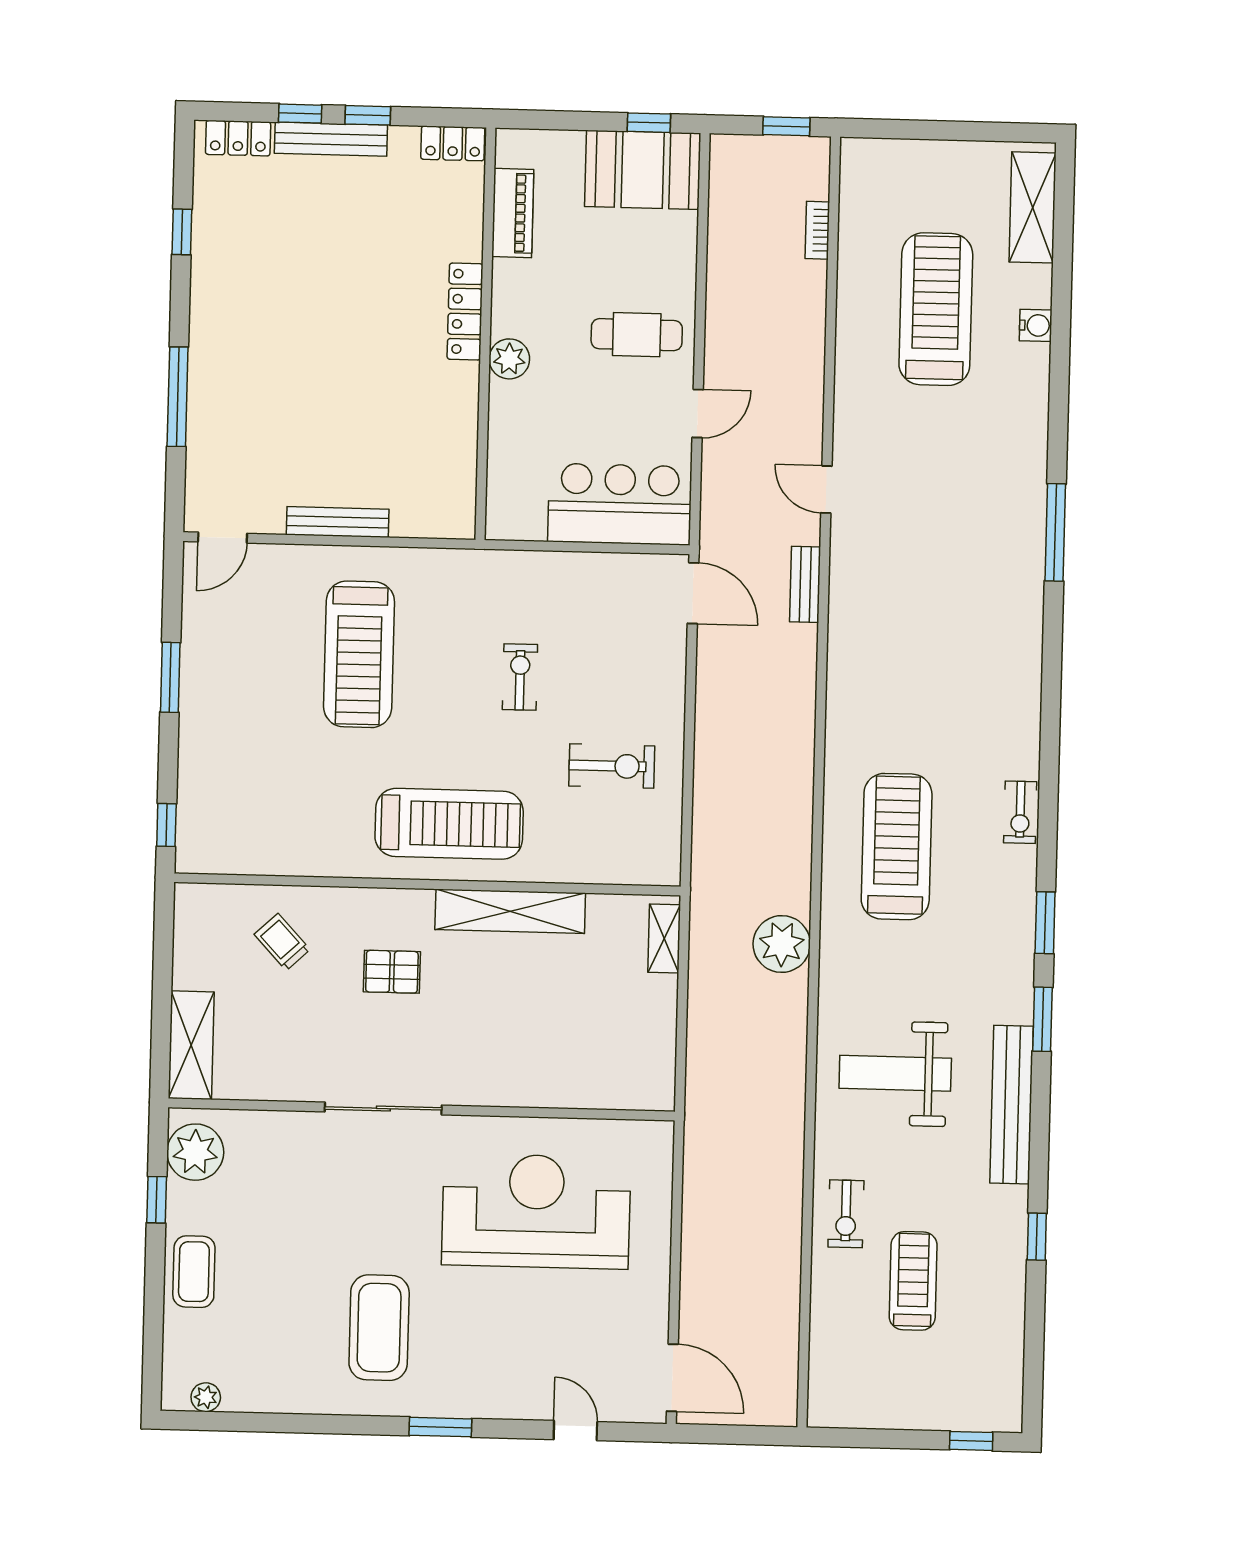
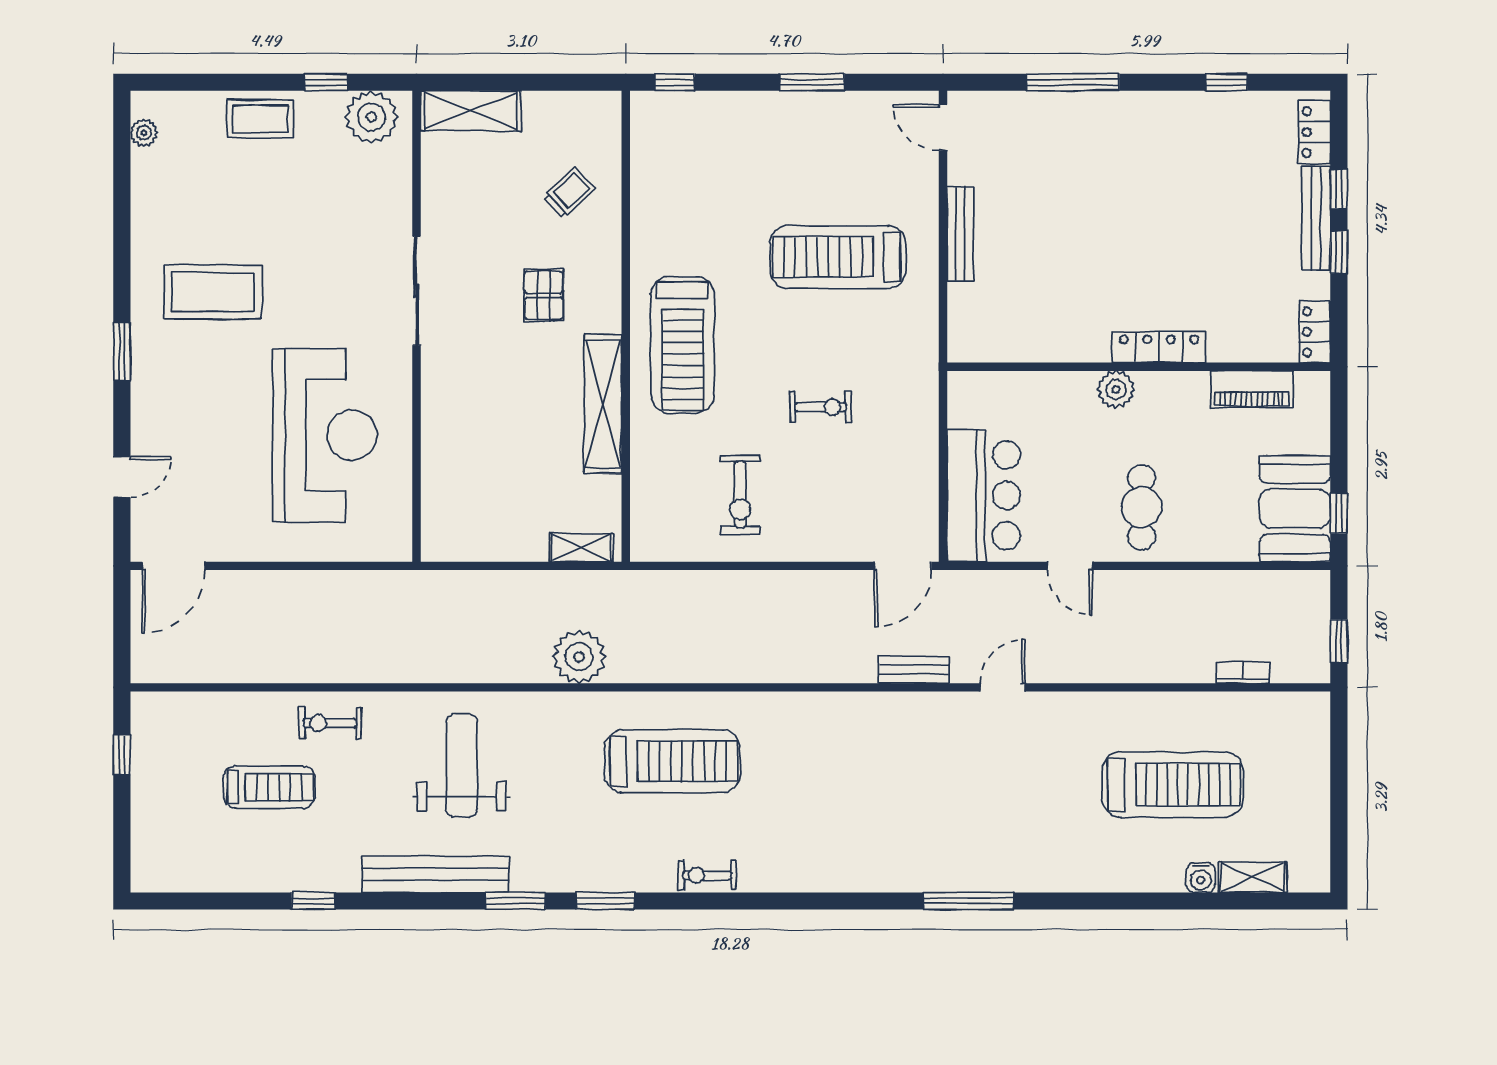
shelving: (1033, 207) -> (1252, 877), width x0.67, depth x0.75
water cooler: (1036, 325) -> (1201, 878), moved
window: (971, 1441) -> (122, 755), moved

